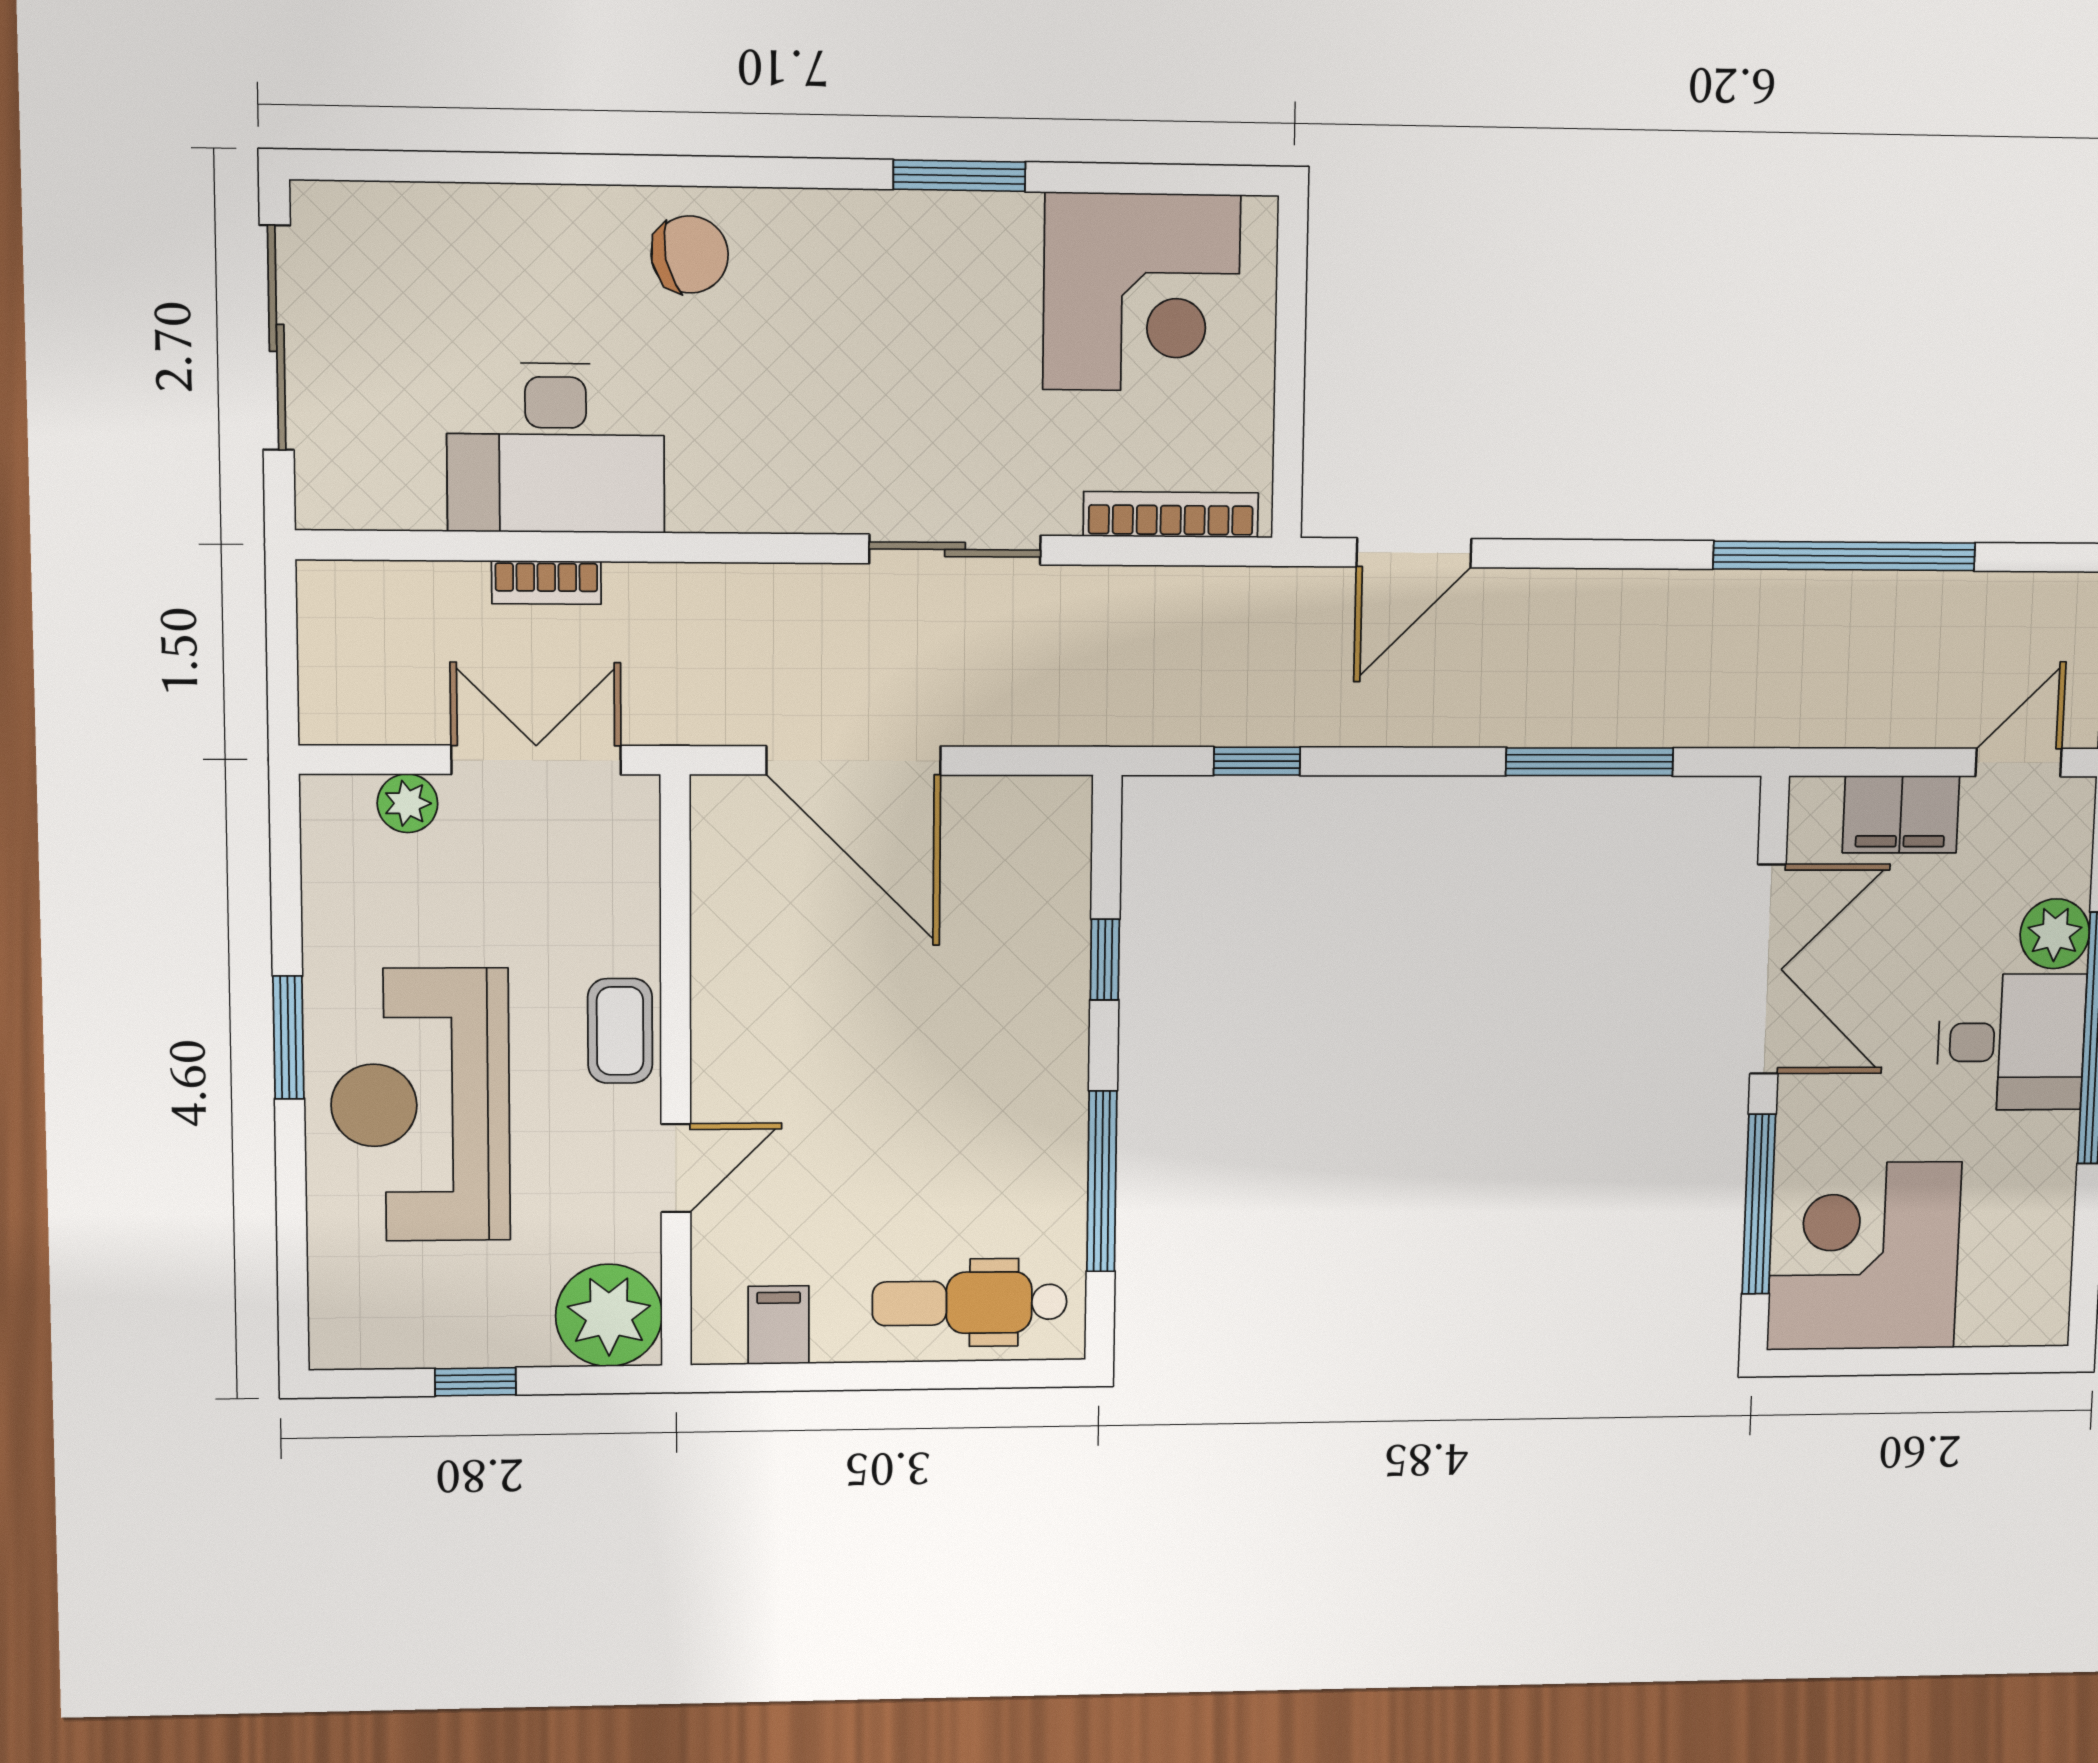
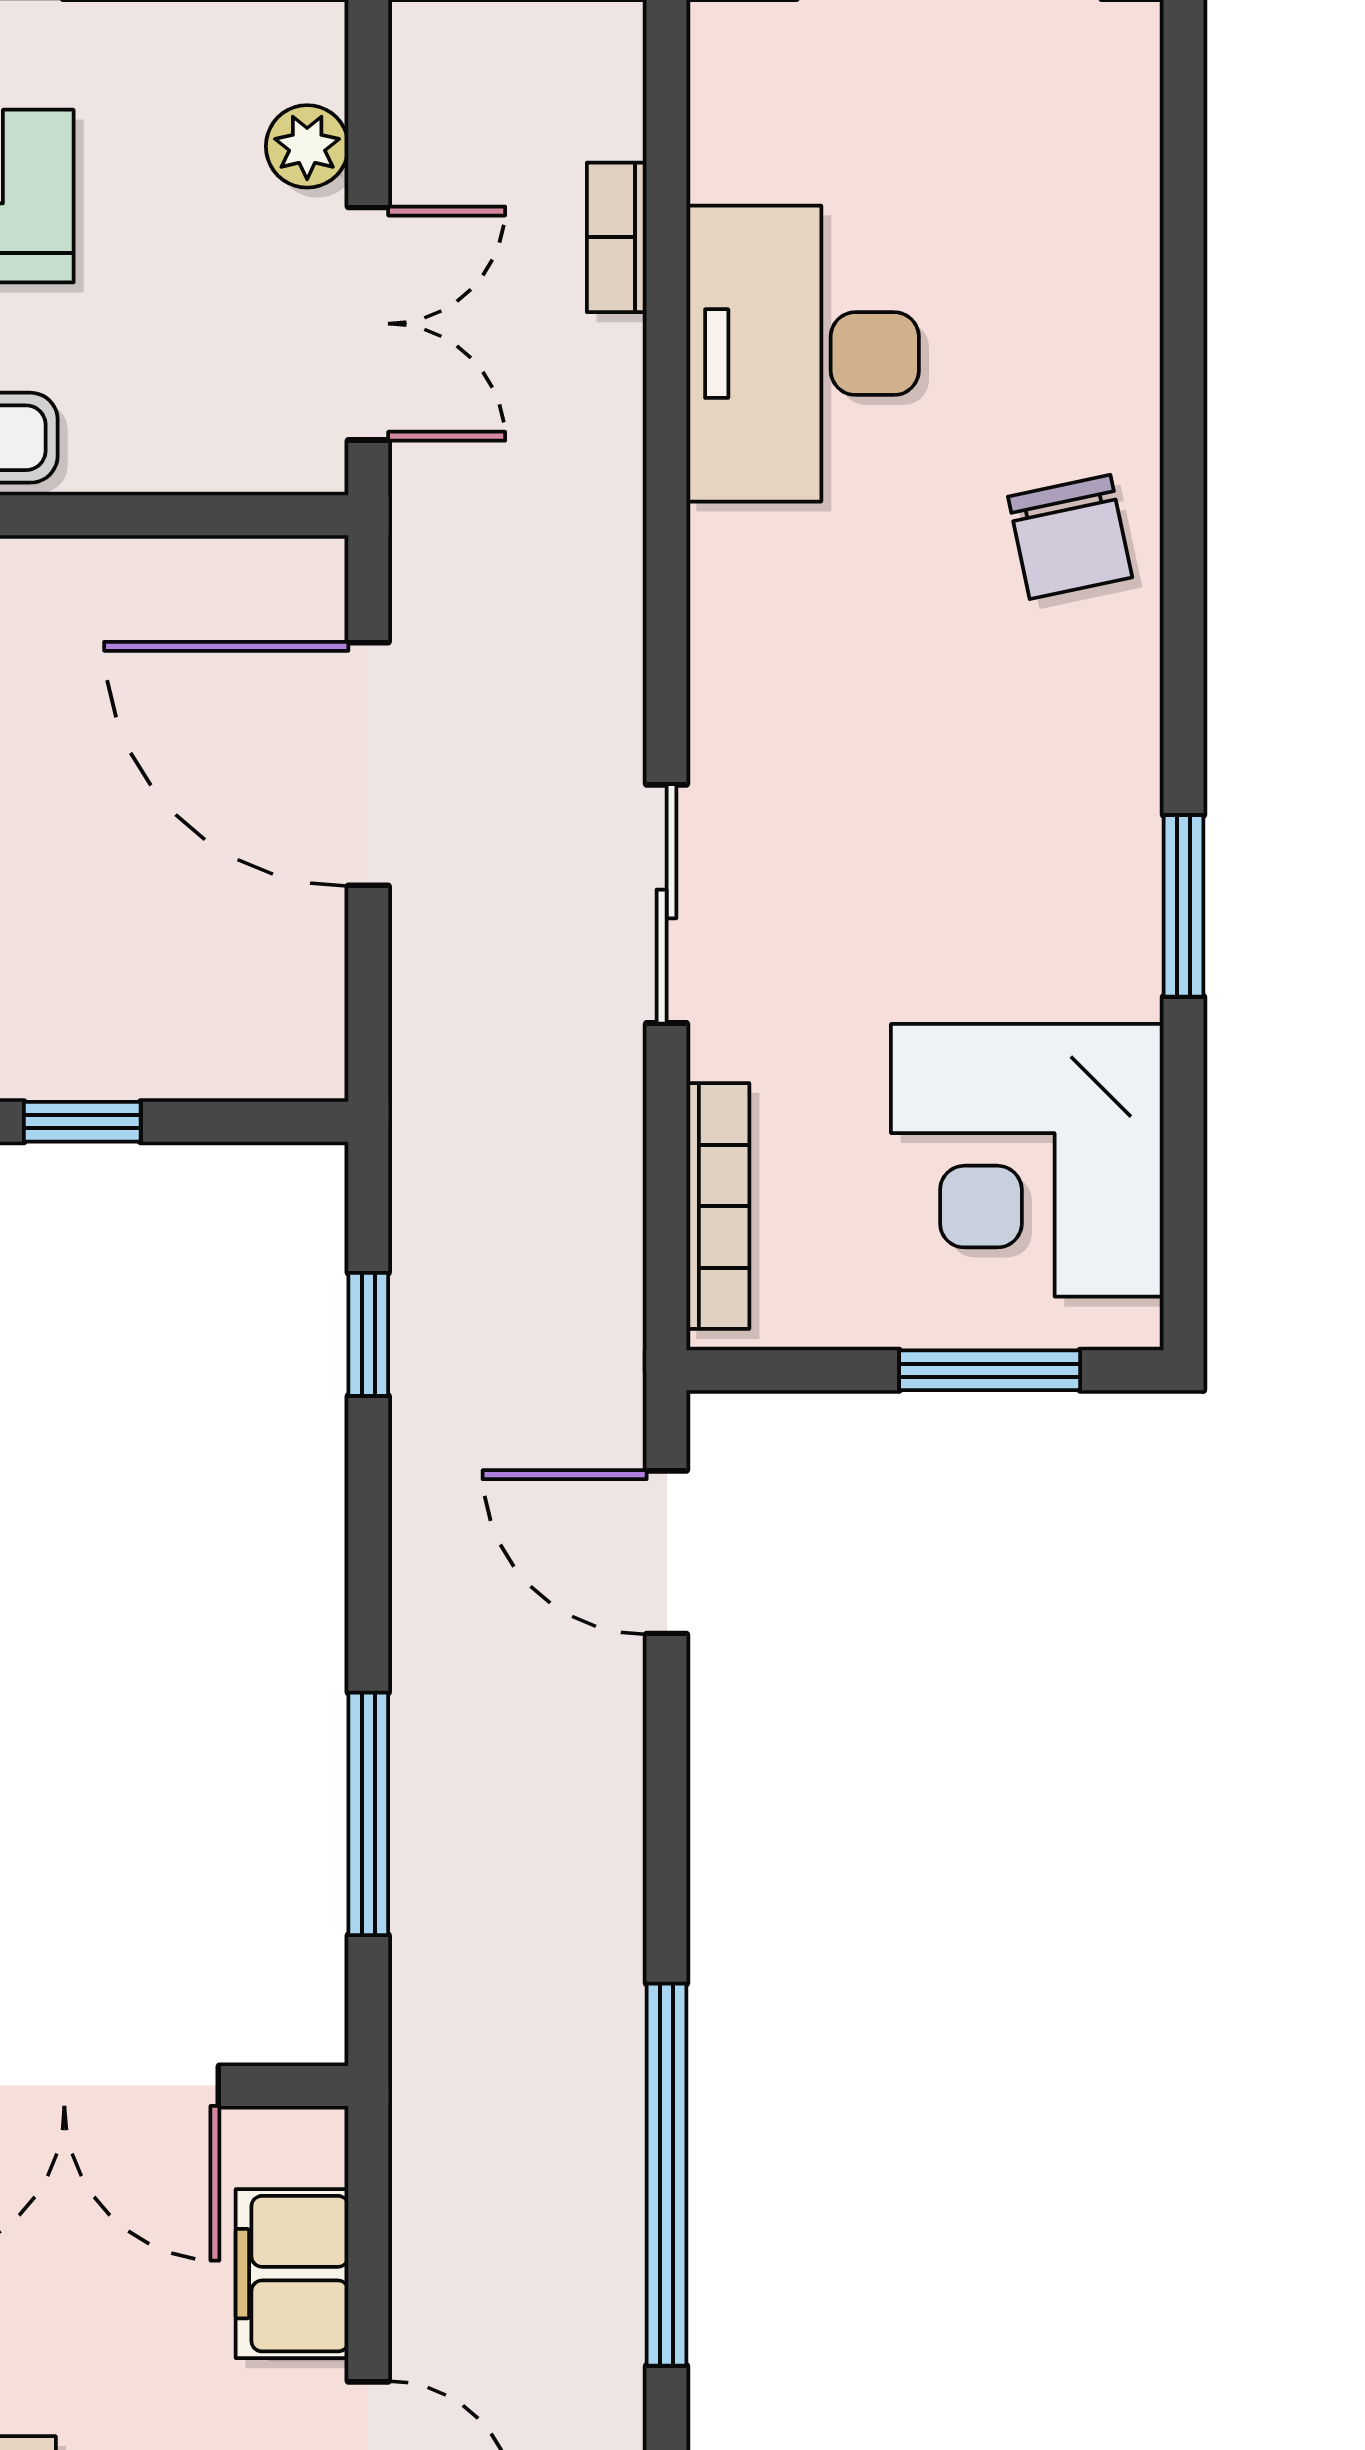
window: (1291, 321) -> (990, 1370), added
bookcase: (546, 582) -> (617, 237), moved
door: (854, 760) -> (368, 764), hinge flipped

